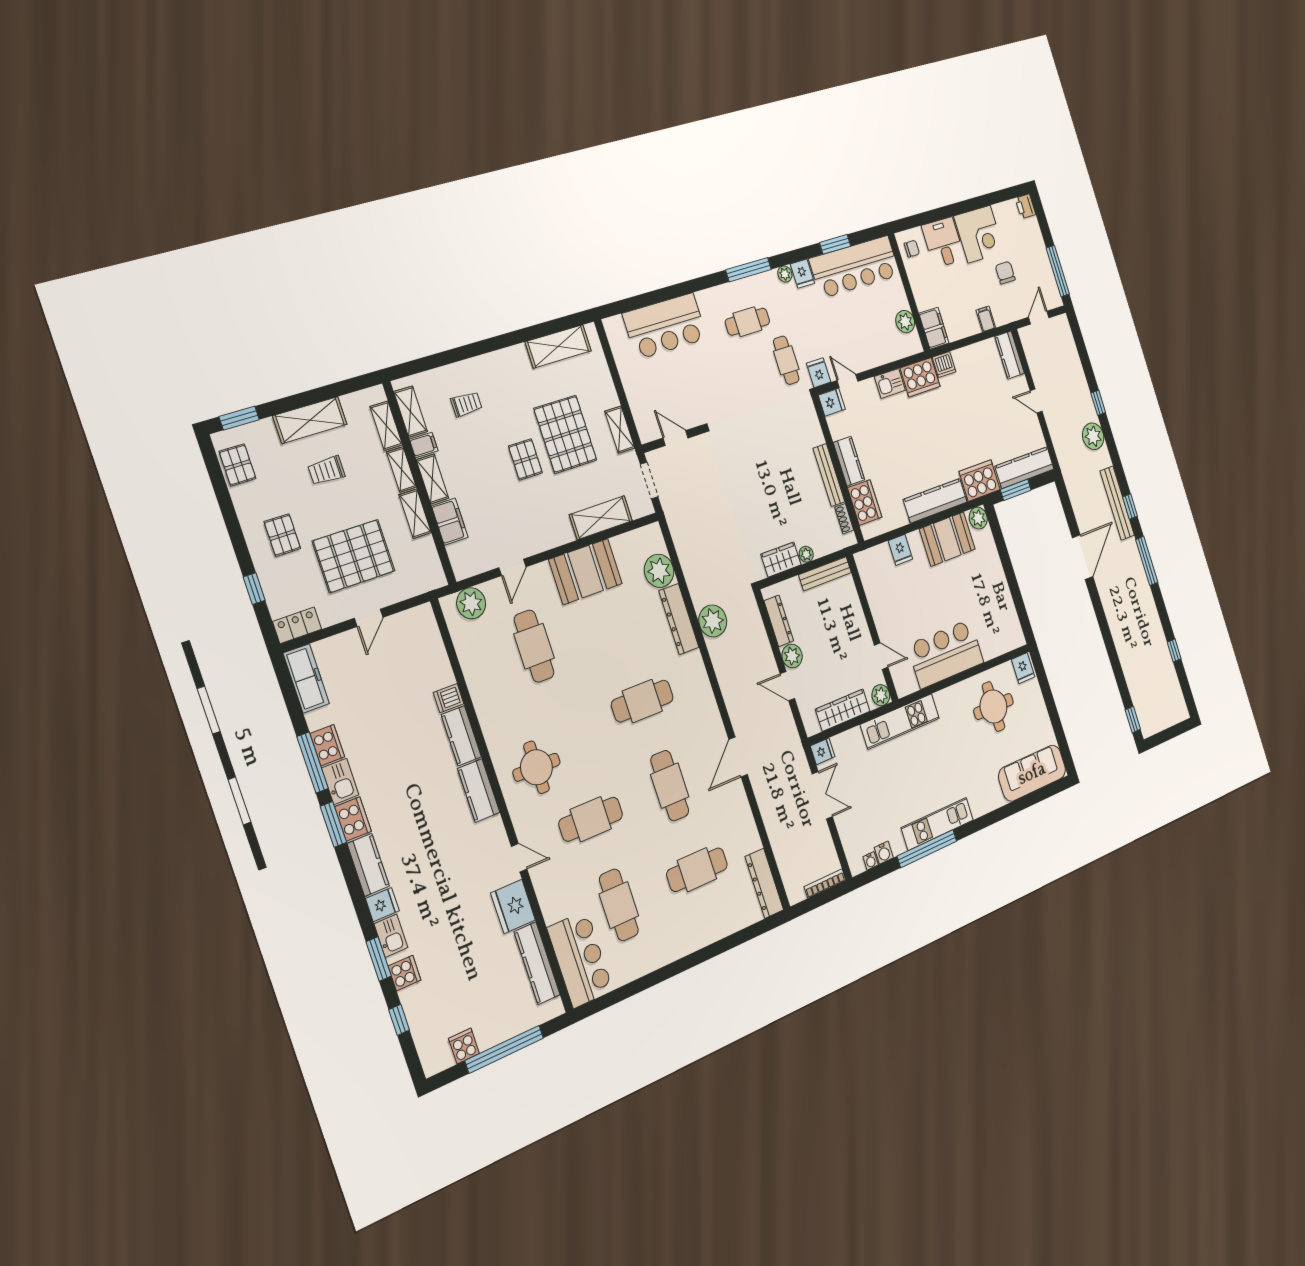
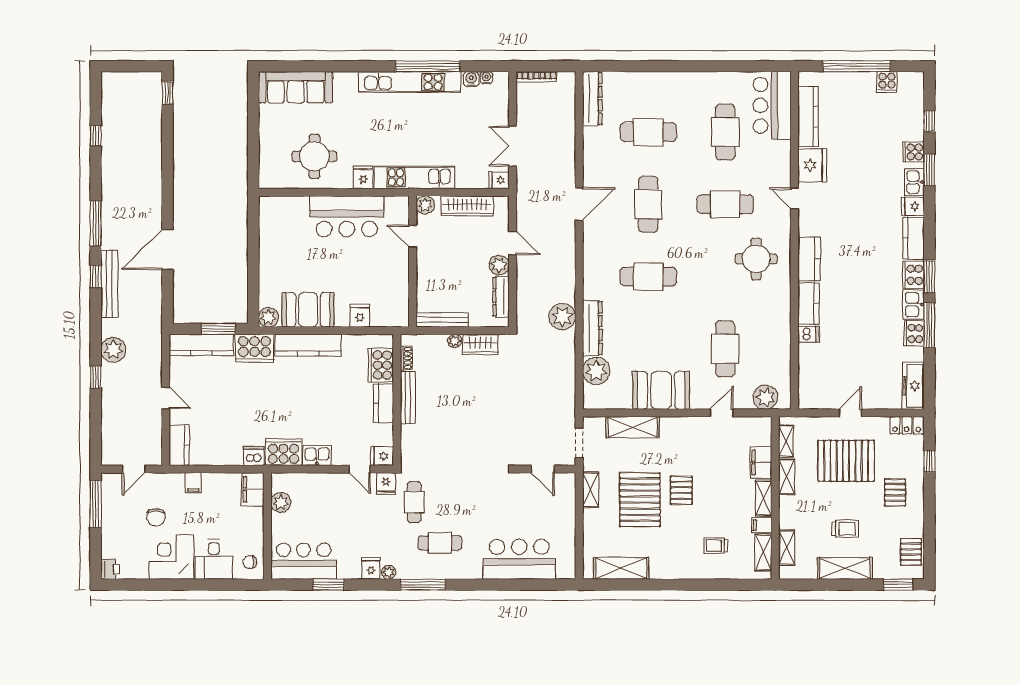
bar counter: (855, 267) -> (304, 561), width x0.73
shelving: (401, 470) -> (786, 441), moved
fridge: (1023, 668) -> (363, 177), moved
kitchen unit: (937, 824) -> (410, 82), width x1.36

